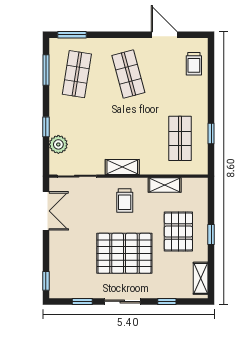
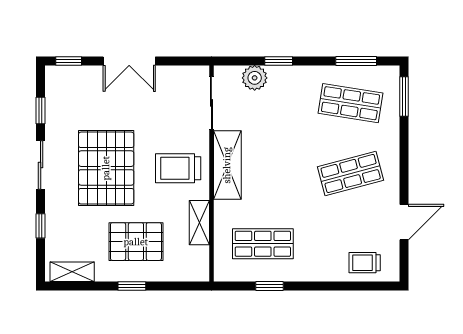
shelving: (122, 167) -> (227, 165), width x1.50, depth x1.33
trolley: (125, 201) -> (178, 168), width x1.36, depth x1.39
double door: (46, 211) -> (129, 61), moved

